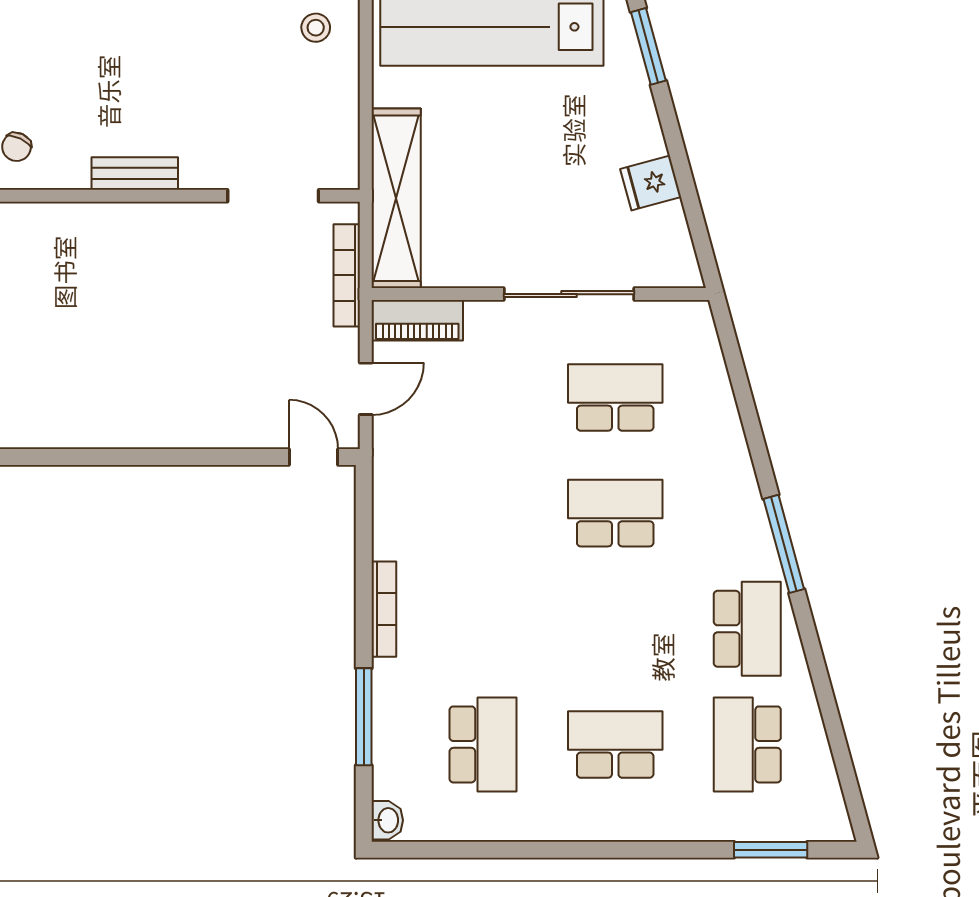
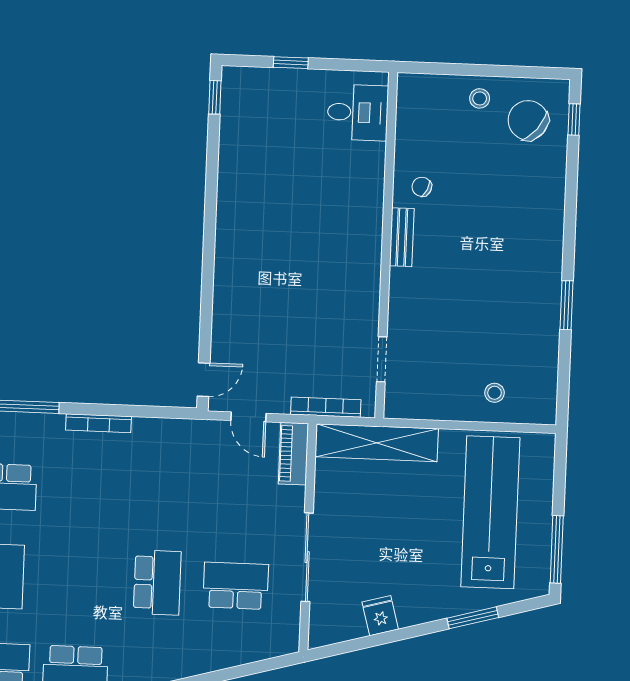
bench: (135, 174) -> (402, 237), moved
doorway: (273, 196) -> (382, 359), width x0.73
school desk: (615, 397) -> (236, 586), turned -90

